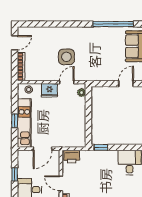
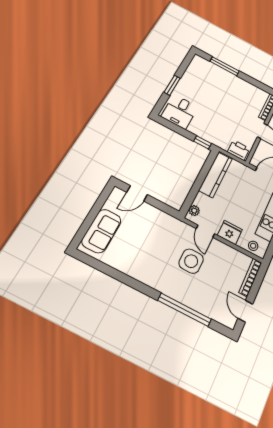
window: (113, 24) -> (185, 310), moved
door: (15, 43) -> (245, 311), hinge flipped
door: (67, 82) -> (205, 231), hinge flipped
kitchen counter: (79, 127) -> (216, 175), added

